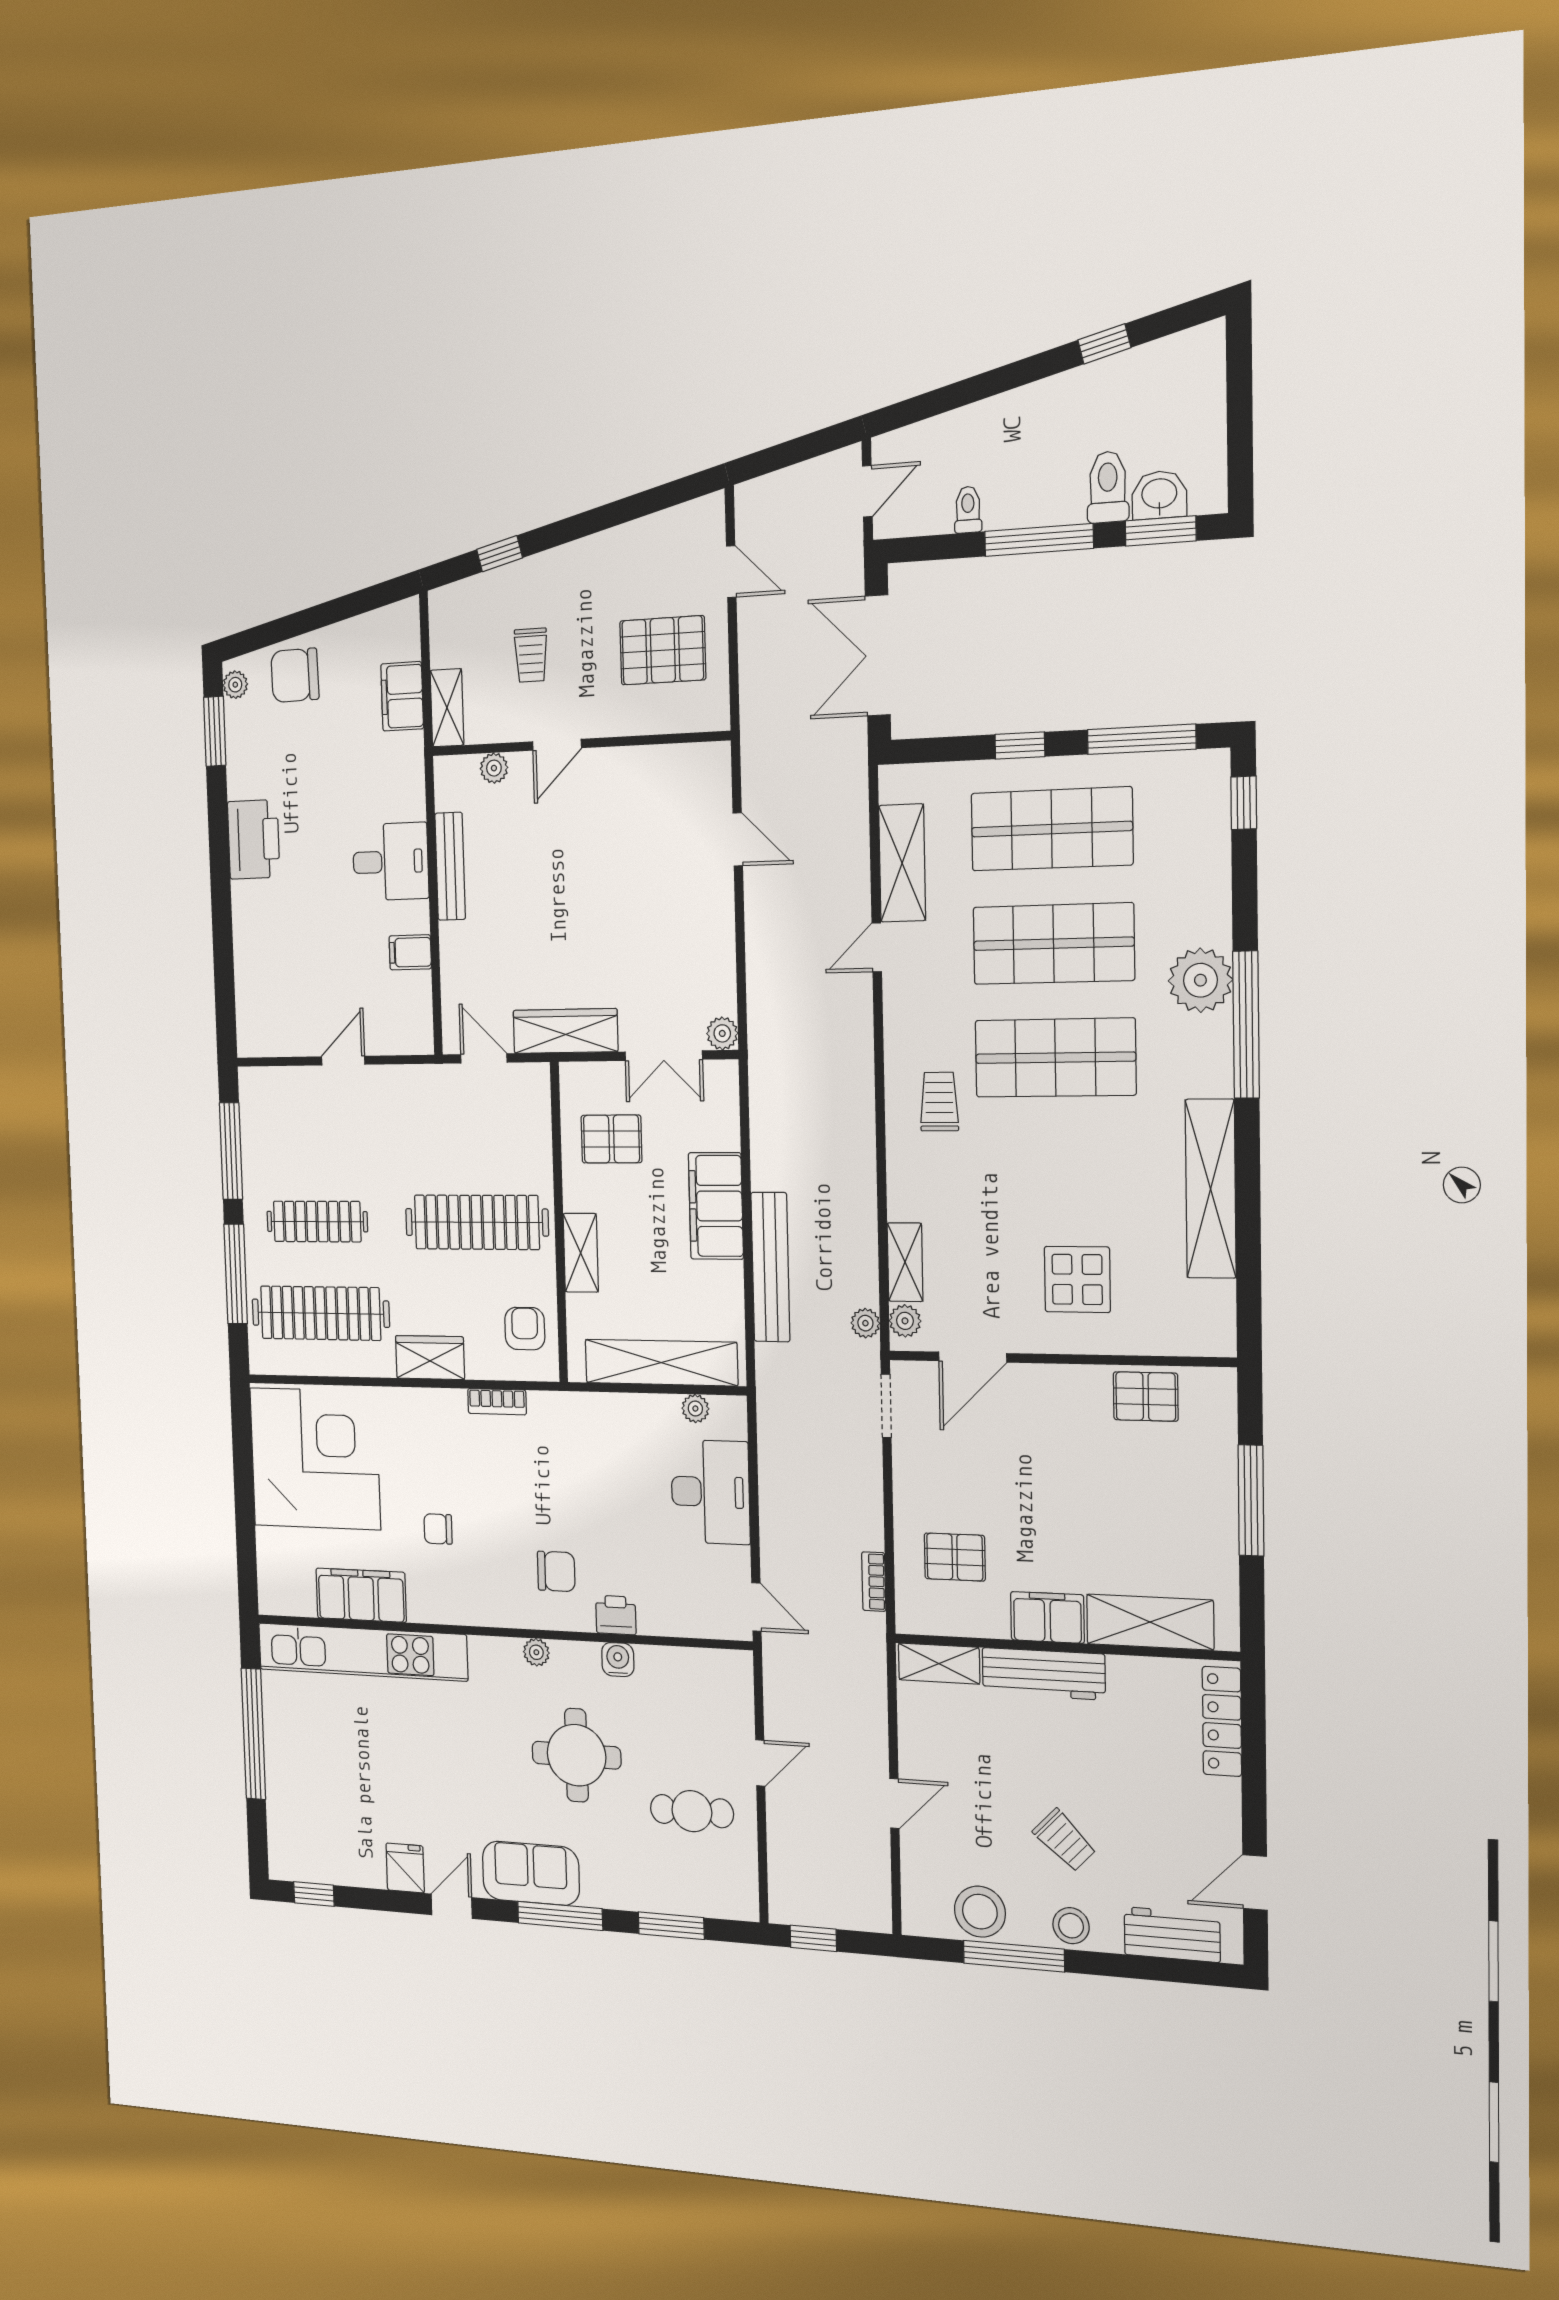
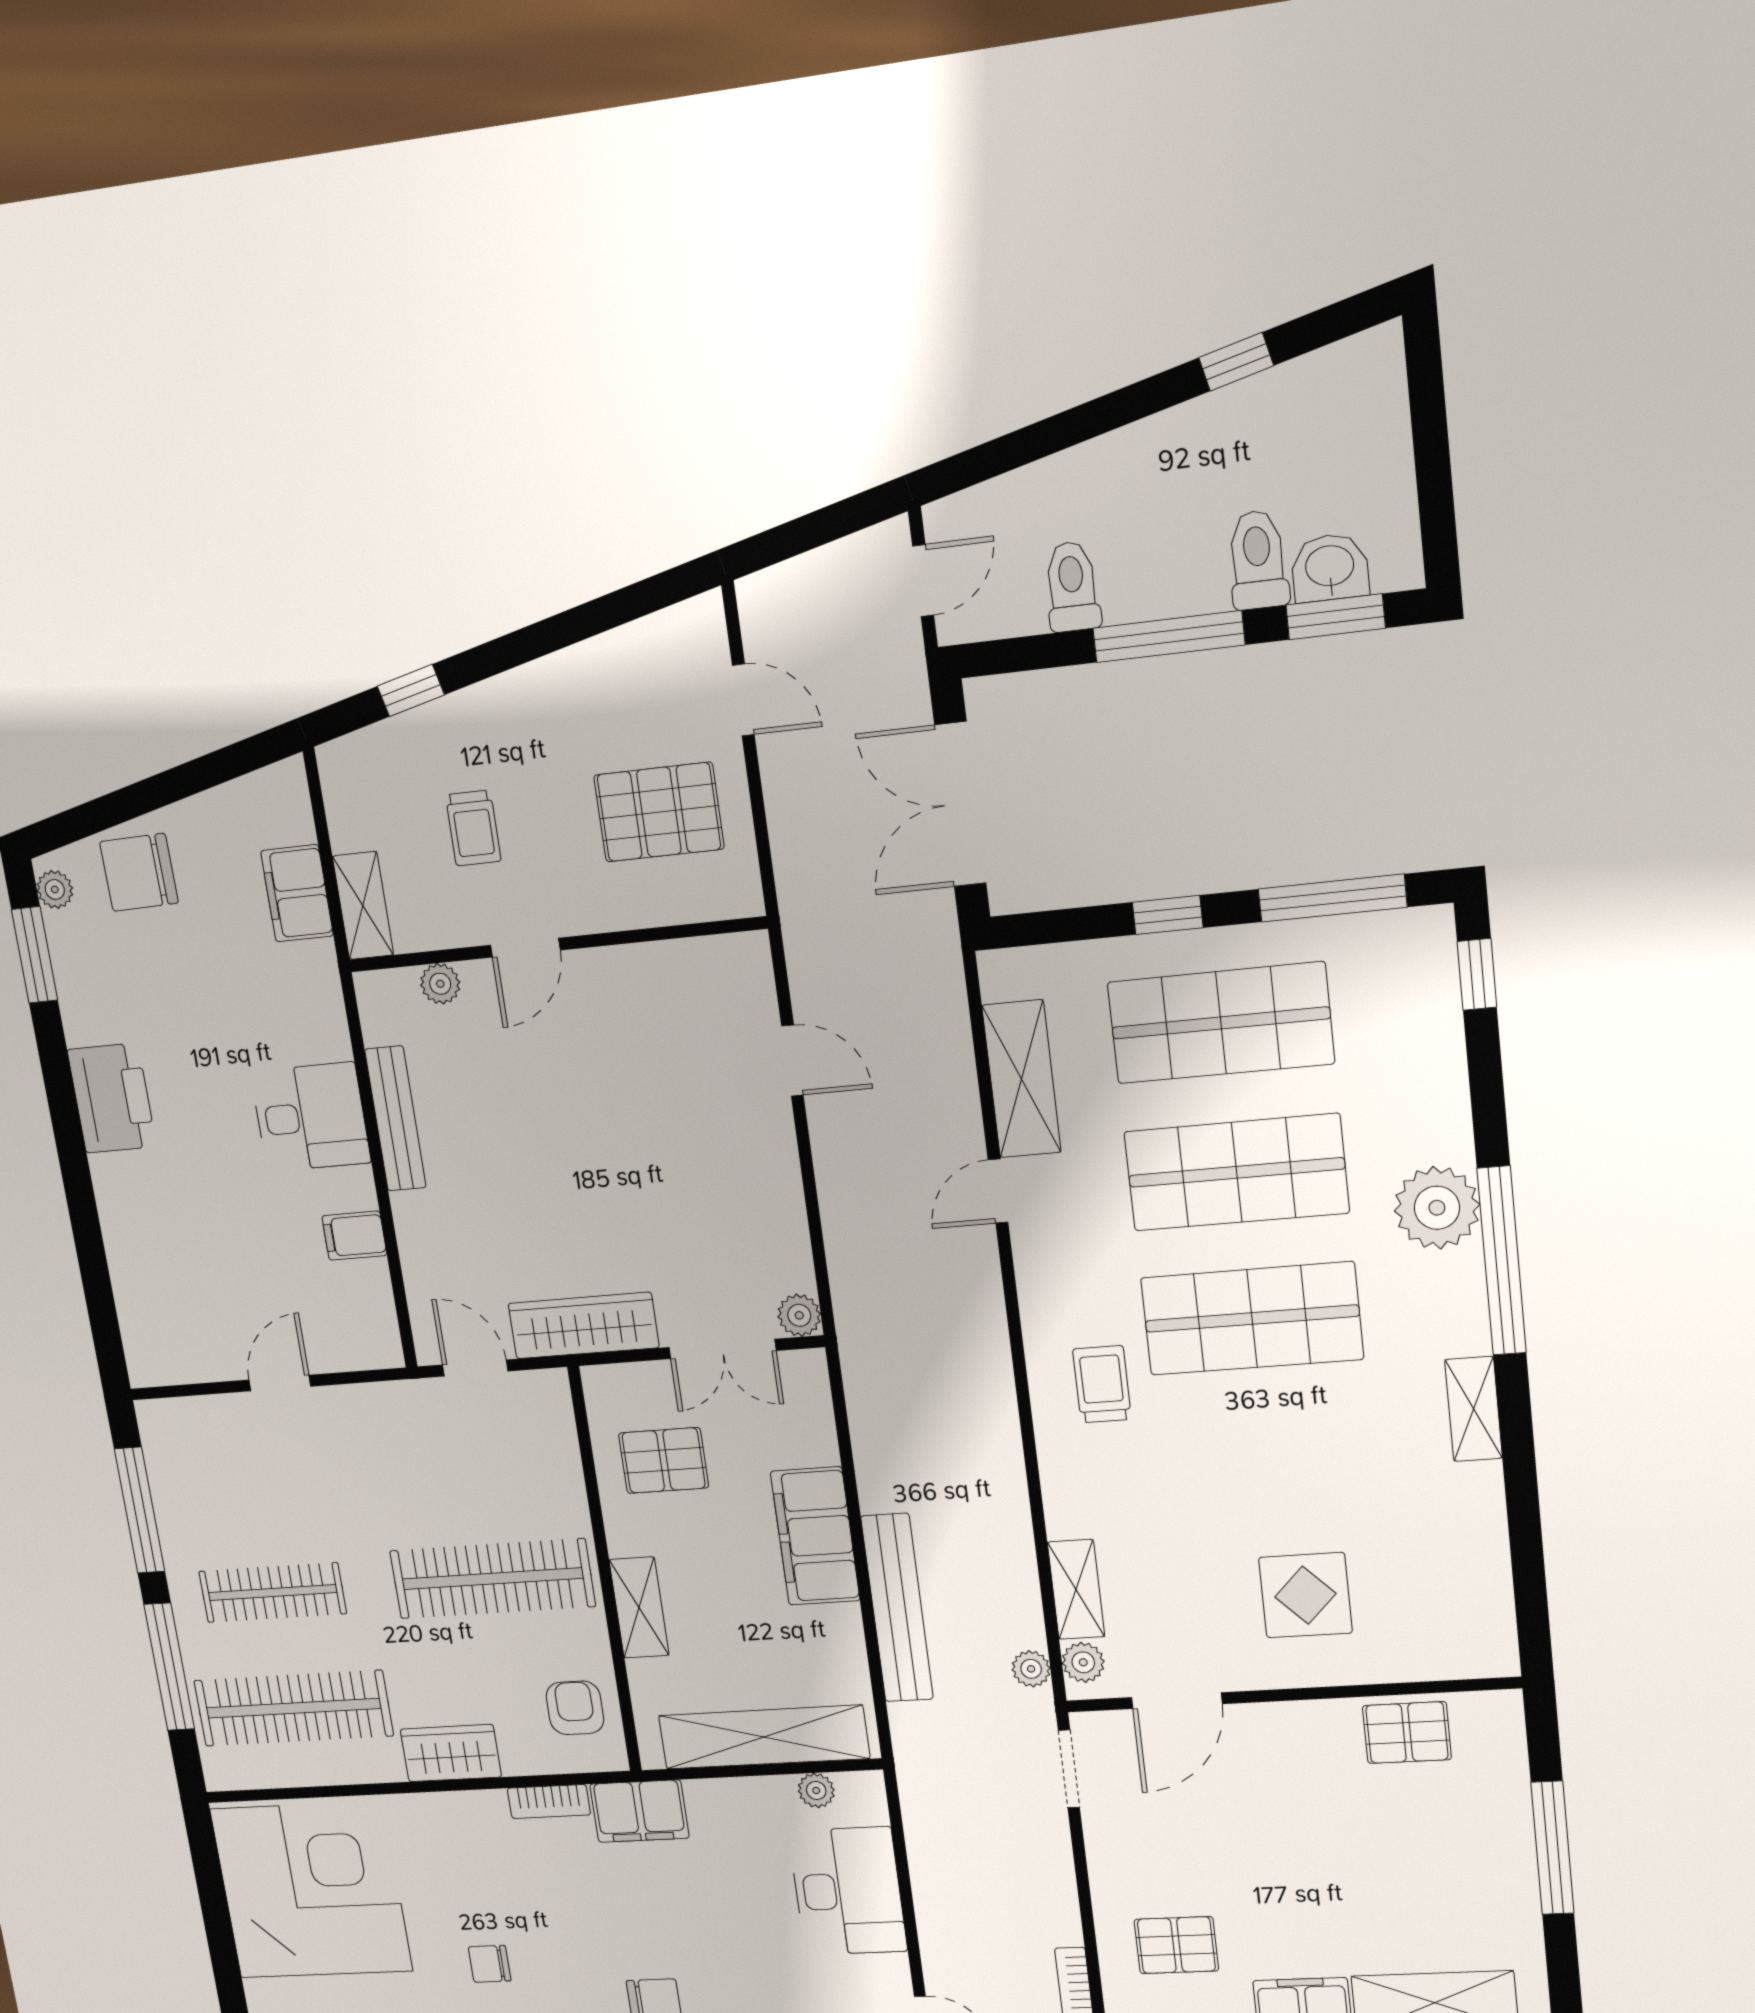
toilet: (968, 510) -> (1072, 587), width x1.37, depth x1.39
shelving: (1211, 1189) -> (1474, 1409), width x0.45, depth x0.75
filing cabinet: (563, 1415) -> (639, 1811), added

